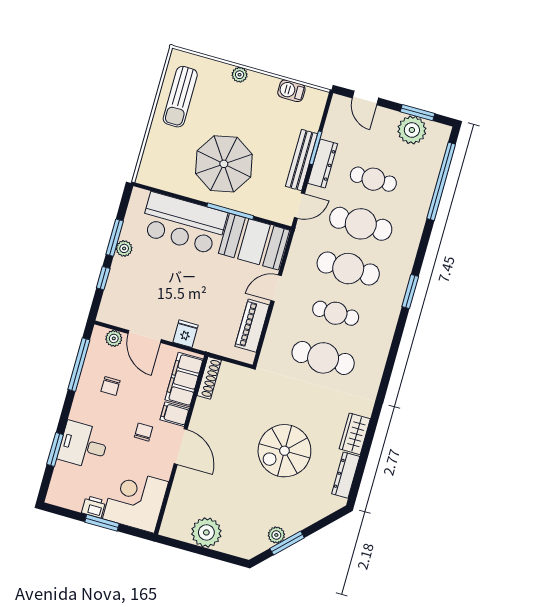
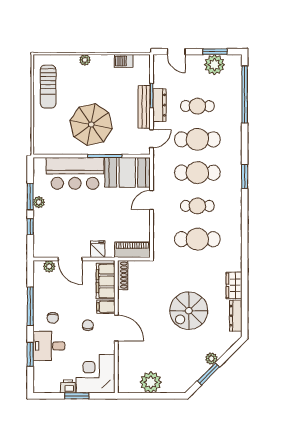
piano: (252, 326) -> (132, 250), moved, turned 90
window: (79, 365) -> (30, 306), moved
chair: (110, 386) -> (53, 318), moved
plant: (276, 535) -> (211, 359), moved

